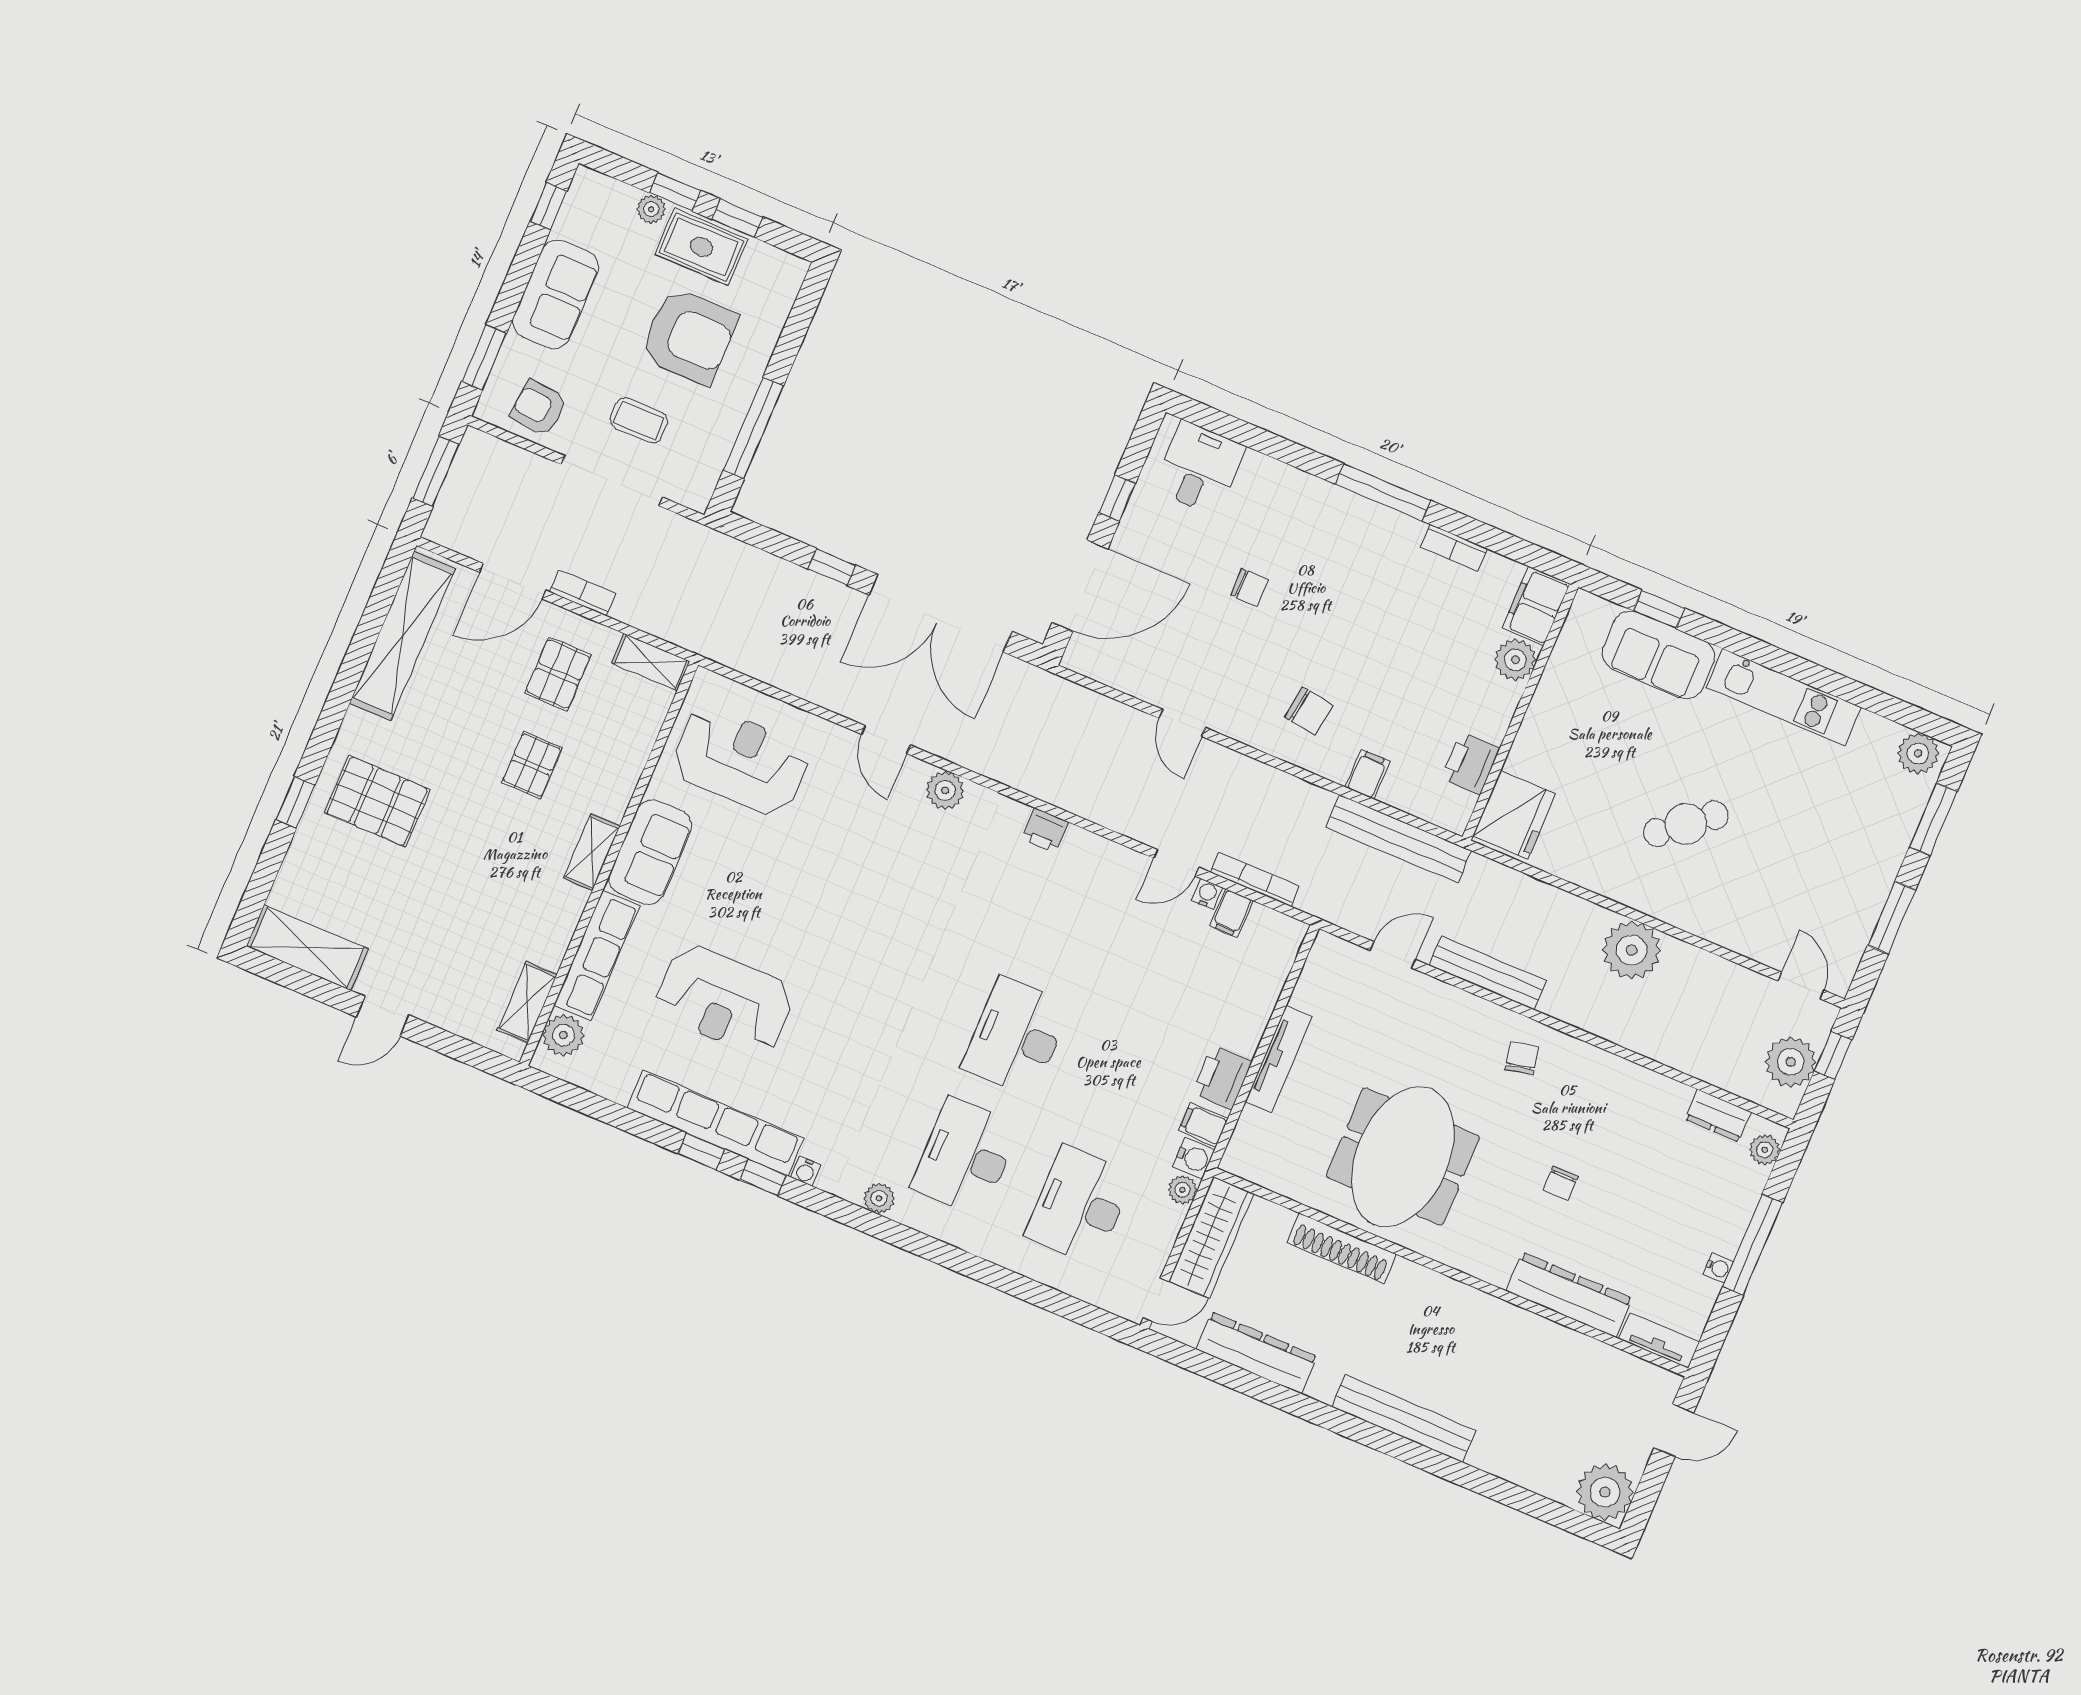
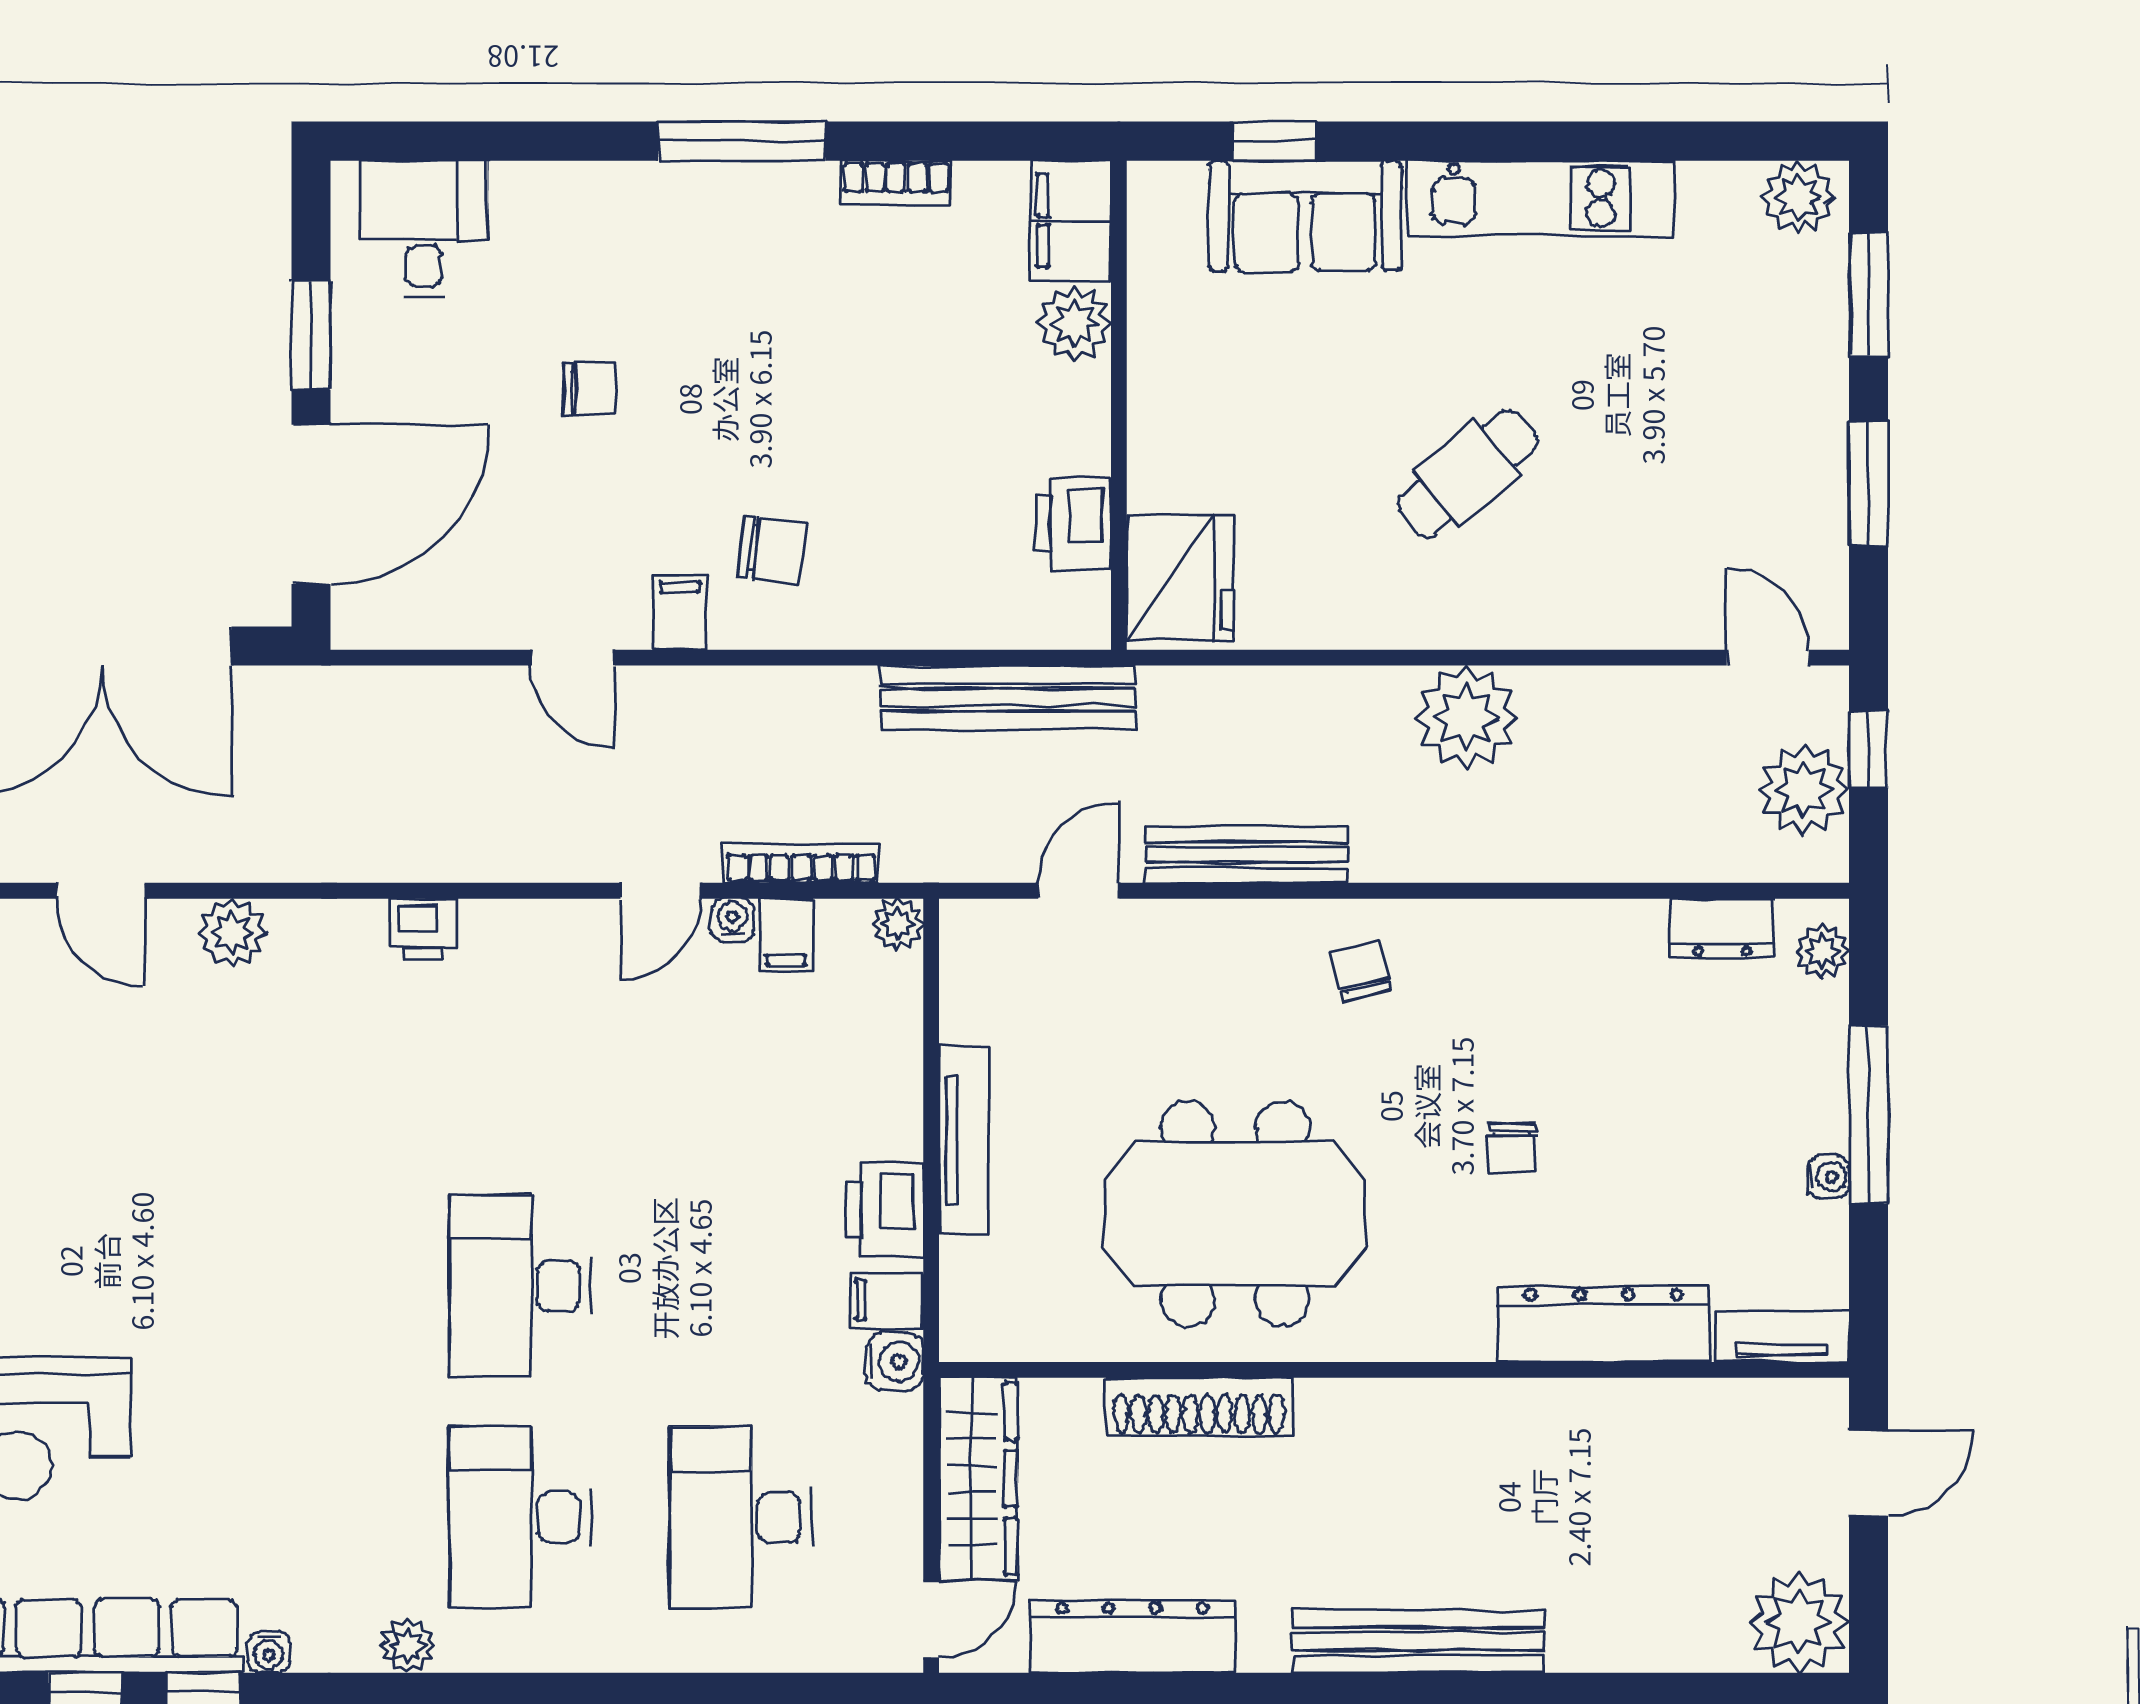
window: (1117, 498) -> (311, 335), width x1.50
filing cabinet: (1367, 774) -> (680, 613), moved
meeting table: (1403, 1157) -> (1235, 1214), turned 90
plant: (1182, 1190) -> (898, 924), moved

